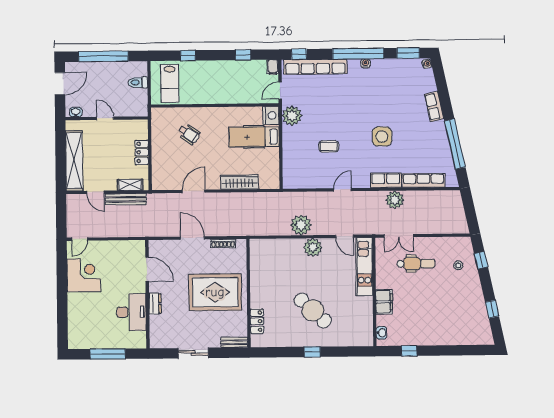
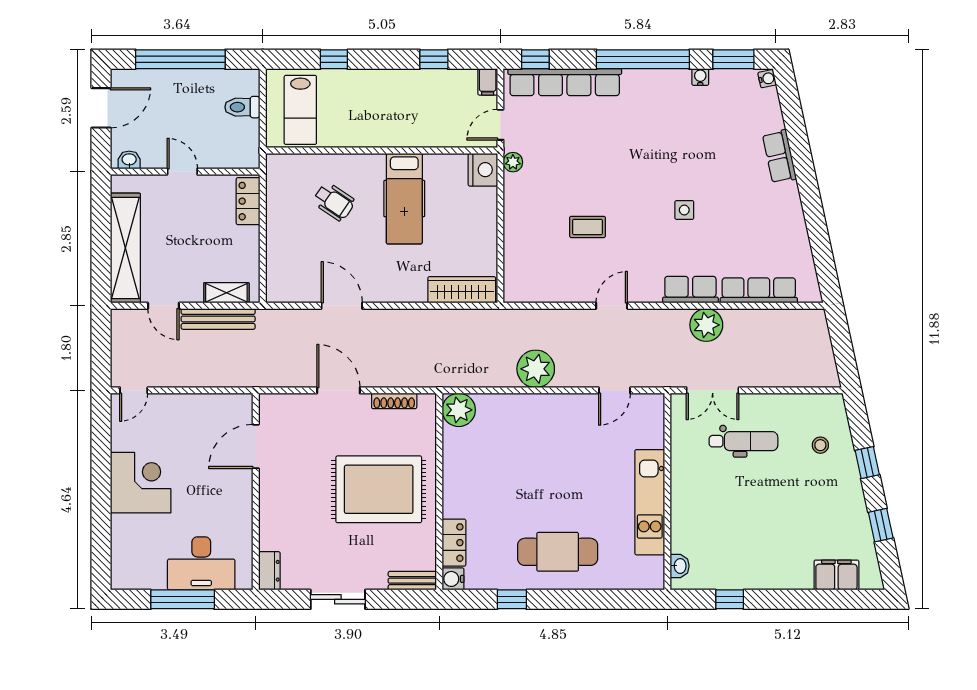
water cooler: (365, 63) -> (700, 77), moved
plant: (292, 116) -> (513, 162), width x0.53, depth x0.53
hospital bed: (254, 137) -> (404, 199), moved, turned -90
side table: (382, 137) -> (684, 210), width x0.54, depth x0.54
window: (455, 144) -> (816, 225), removed
locker: (142, 152) -> (248, 201), moved
wardrobe: (239, 182) -> (462, 290), moved
door: (194, 191) -> (342, 306), hinge flipped
door: (345, 236) -> (615, 390), hinge flipped
plant: (313, 247) -> (459, 410), moved
window: (481, 260) -> (867, 463), moved
kitchen unit: (364, 267) -> (650, 502), moved
door: (147, 269) -> (256, 446), swing flipped
corner desk: (84, 275) -> (141, 483), moved
filing cabinet: (384, 302) -> (836, 575), moved, turned -90
dresser: (155, 304) -> (269, 571), moved
cafe table: (313, 310) -> (558, 552), moved, turned -43
desk: (131, 312) -> (201, 563), moved, turned 90
water cooler: (257, 341) -> (453, 579), added
window: (312, 352) -> (512, 599), moved

